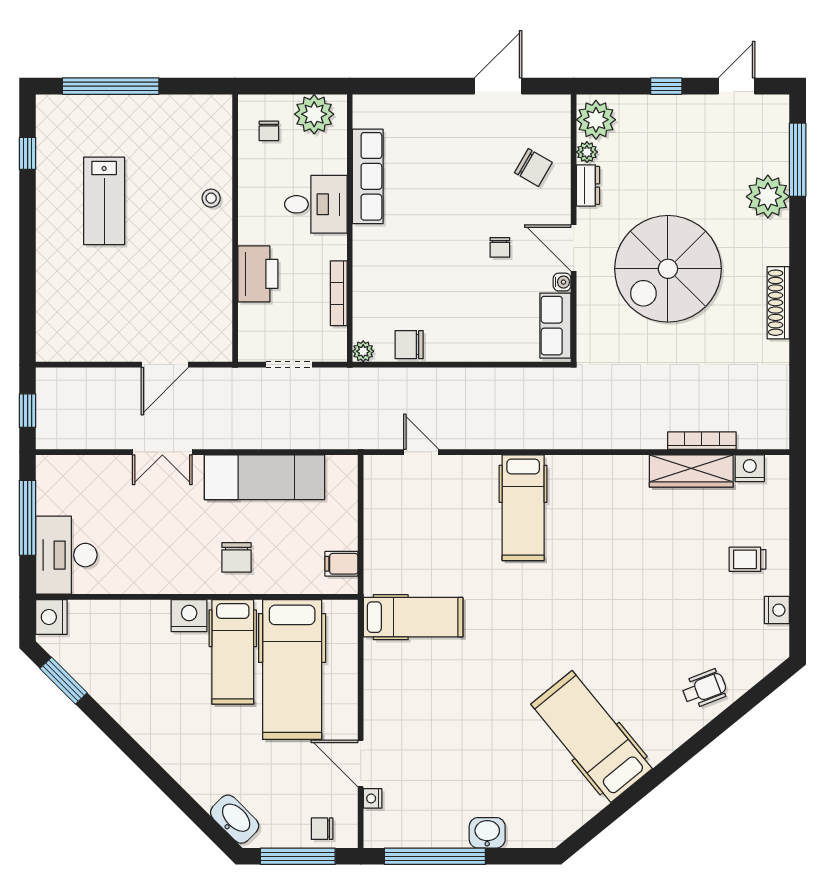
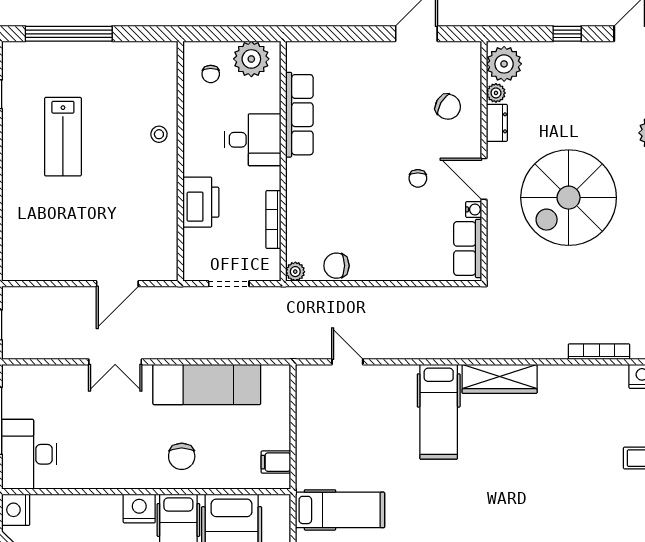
wardrobe: (691, 471) -> (500, 379), moved

